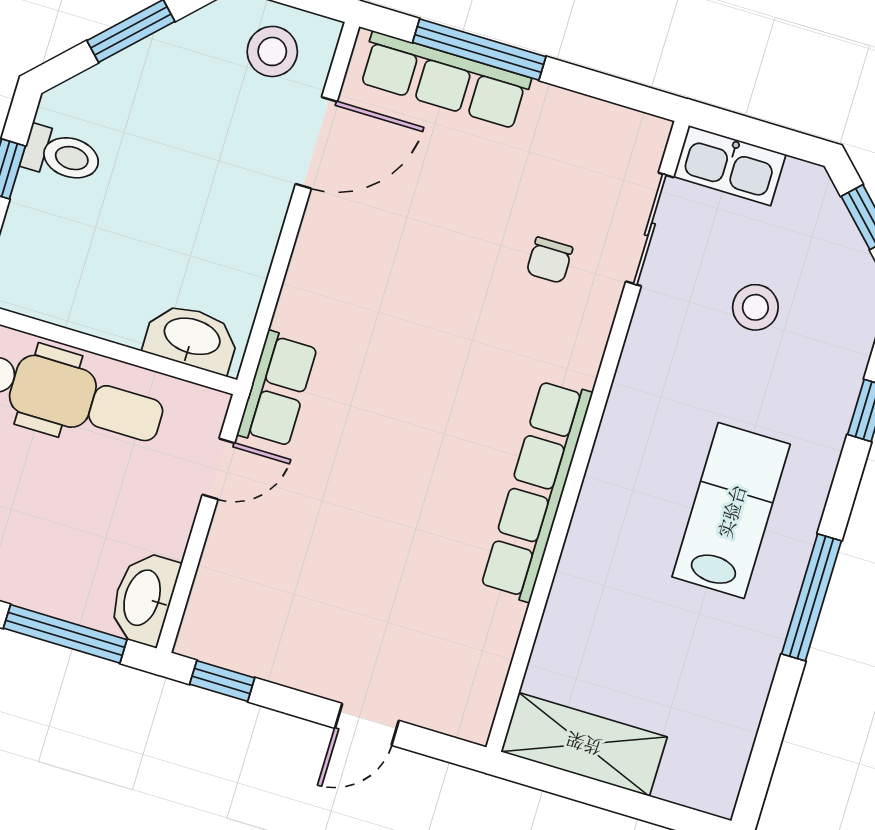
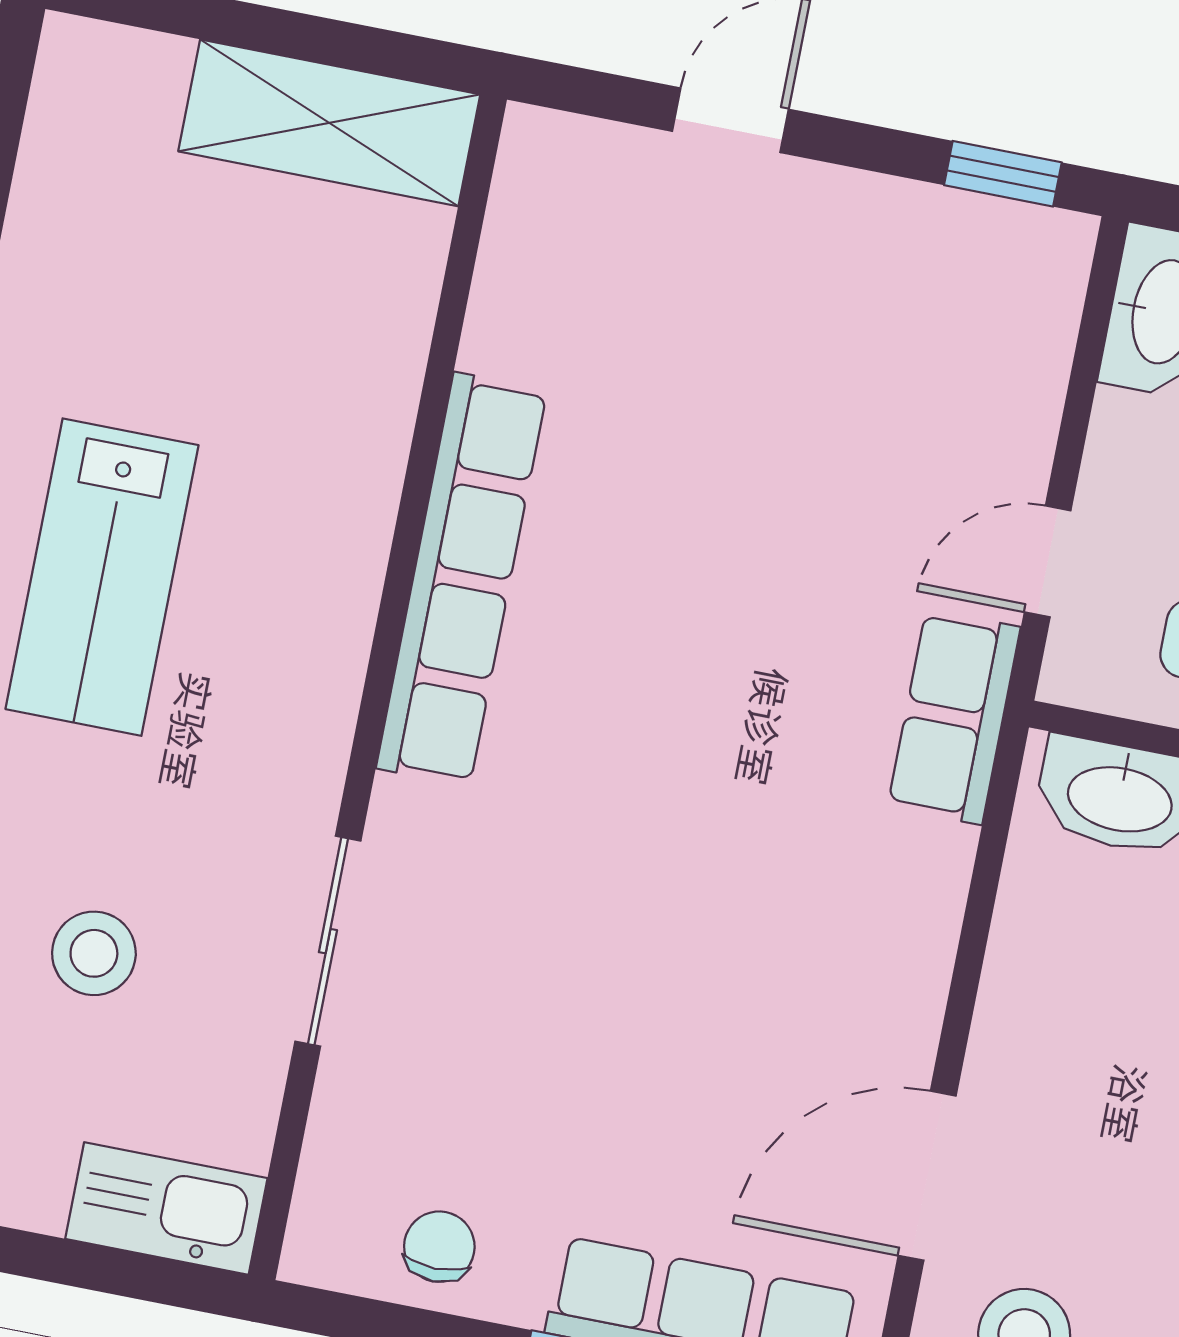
sliding door: (650, 229) -> (328, 941), moved
chair: (549, 260) -> (439, 1247), moved

